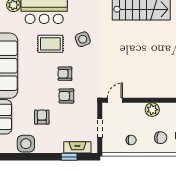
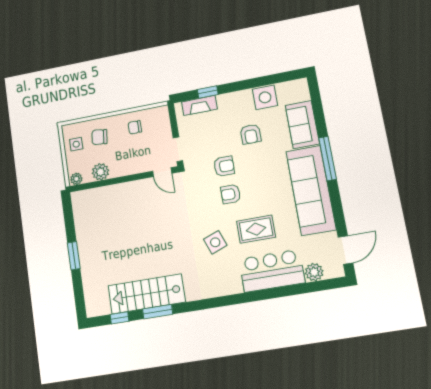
armchair: (65, 74) -> (231, 194), turned 180
door: (115, 100) -> (162, 172), hinge flipped
plant: (152, 110) -> (100, 172), moved
doorway: (100, 128) -> (178, 149), moved

